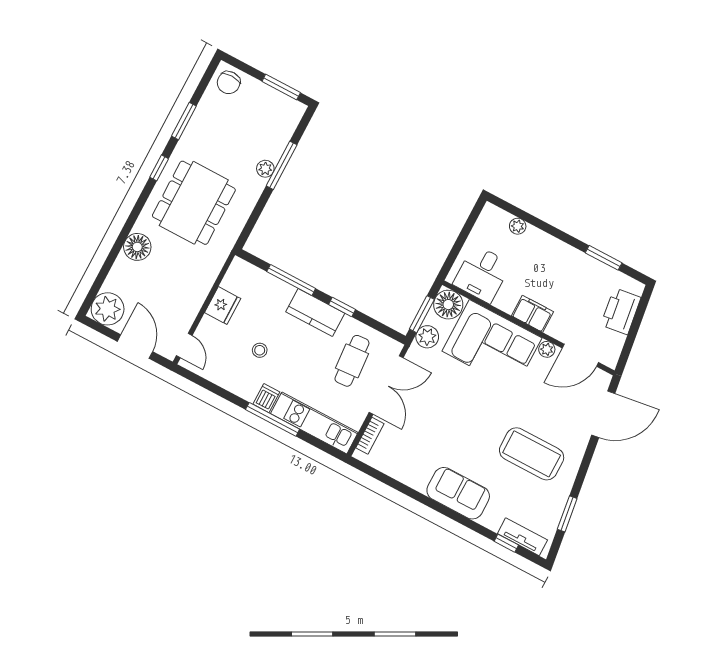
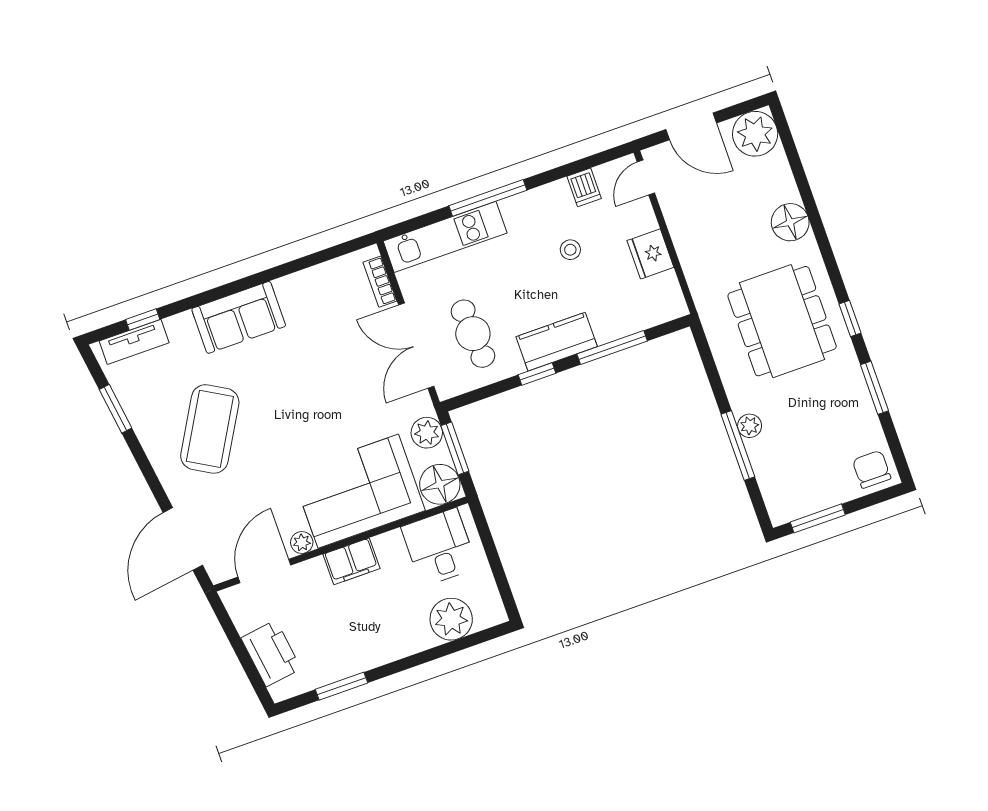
plant: (518, 226) -> (451, 619), width x1.87, depth x1.87
door: (184, 345) -> (646, 177), hinge flipped
dishwasher: (266, 398) -> (584, 187), moved
coffee table: (532, 454) -> (210, 429), turned -60

